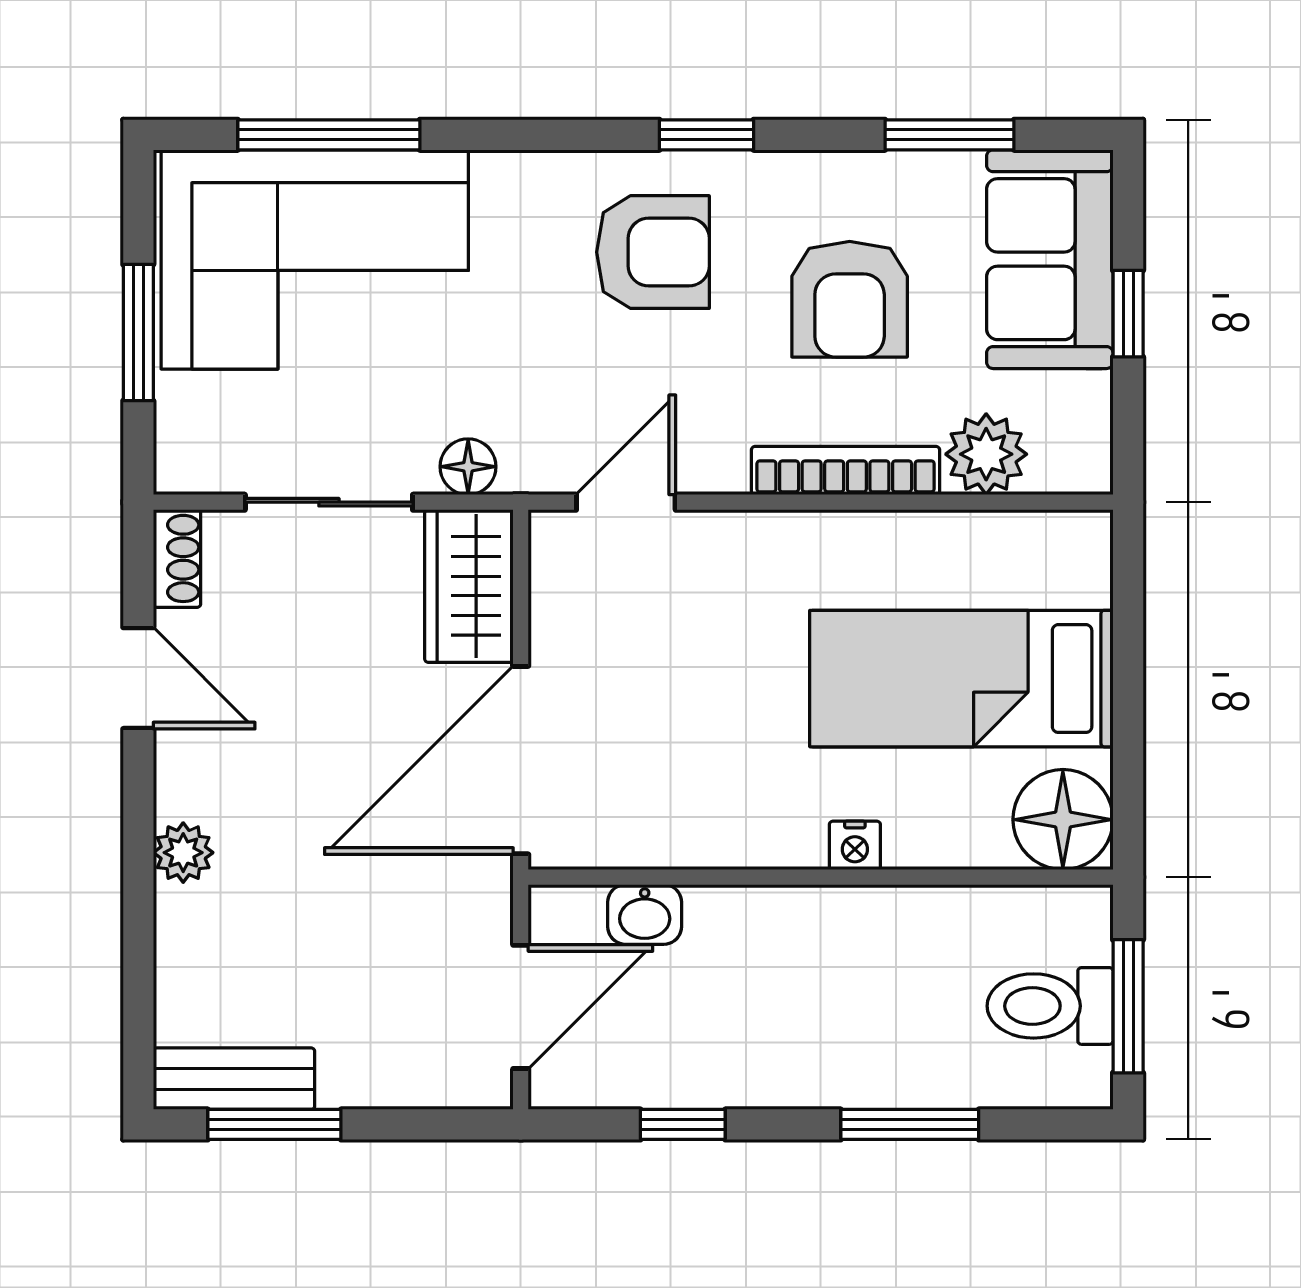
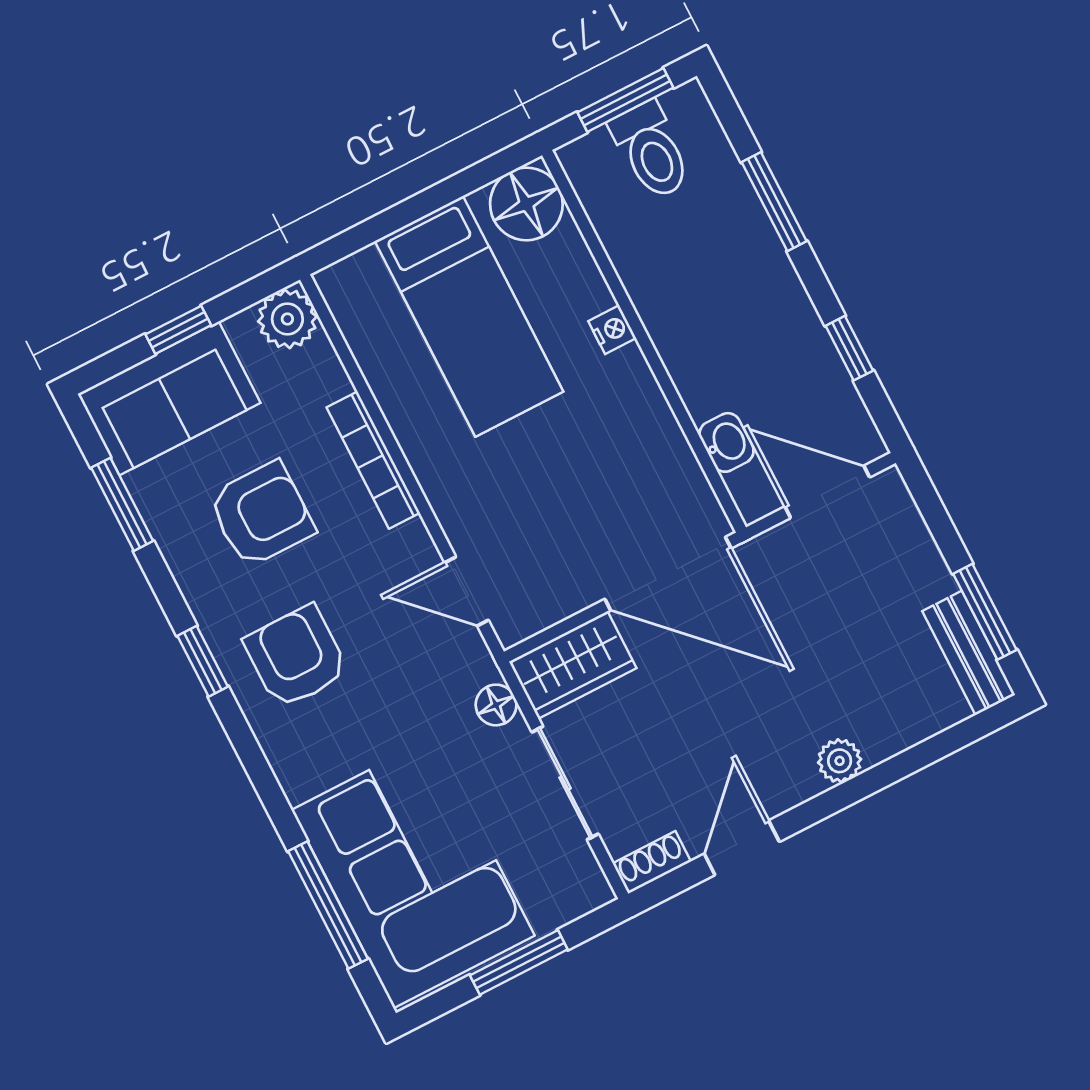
plant: (986, 454) -> (287, 319), moved

